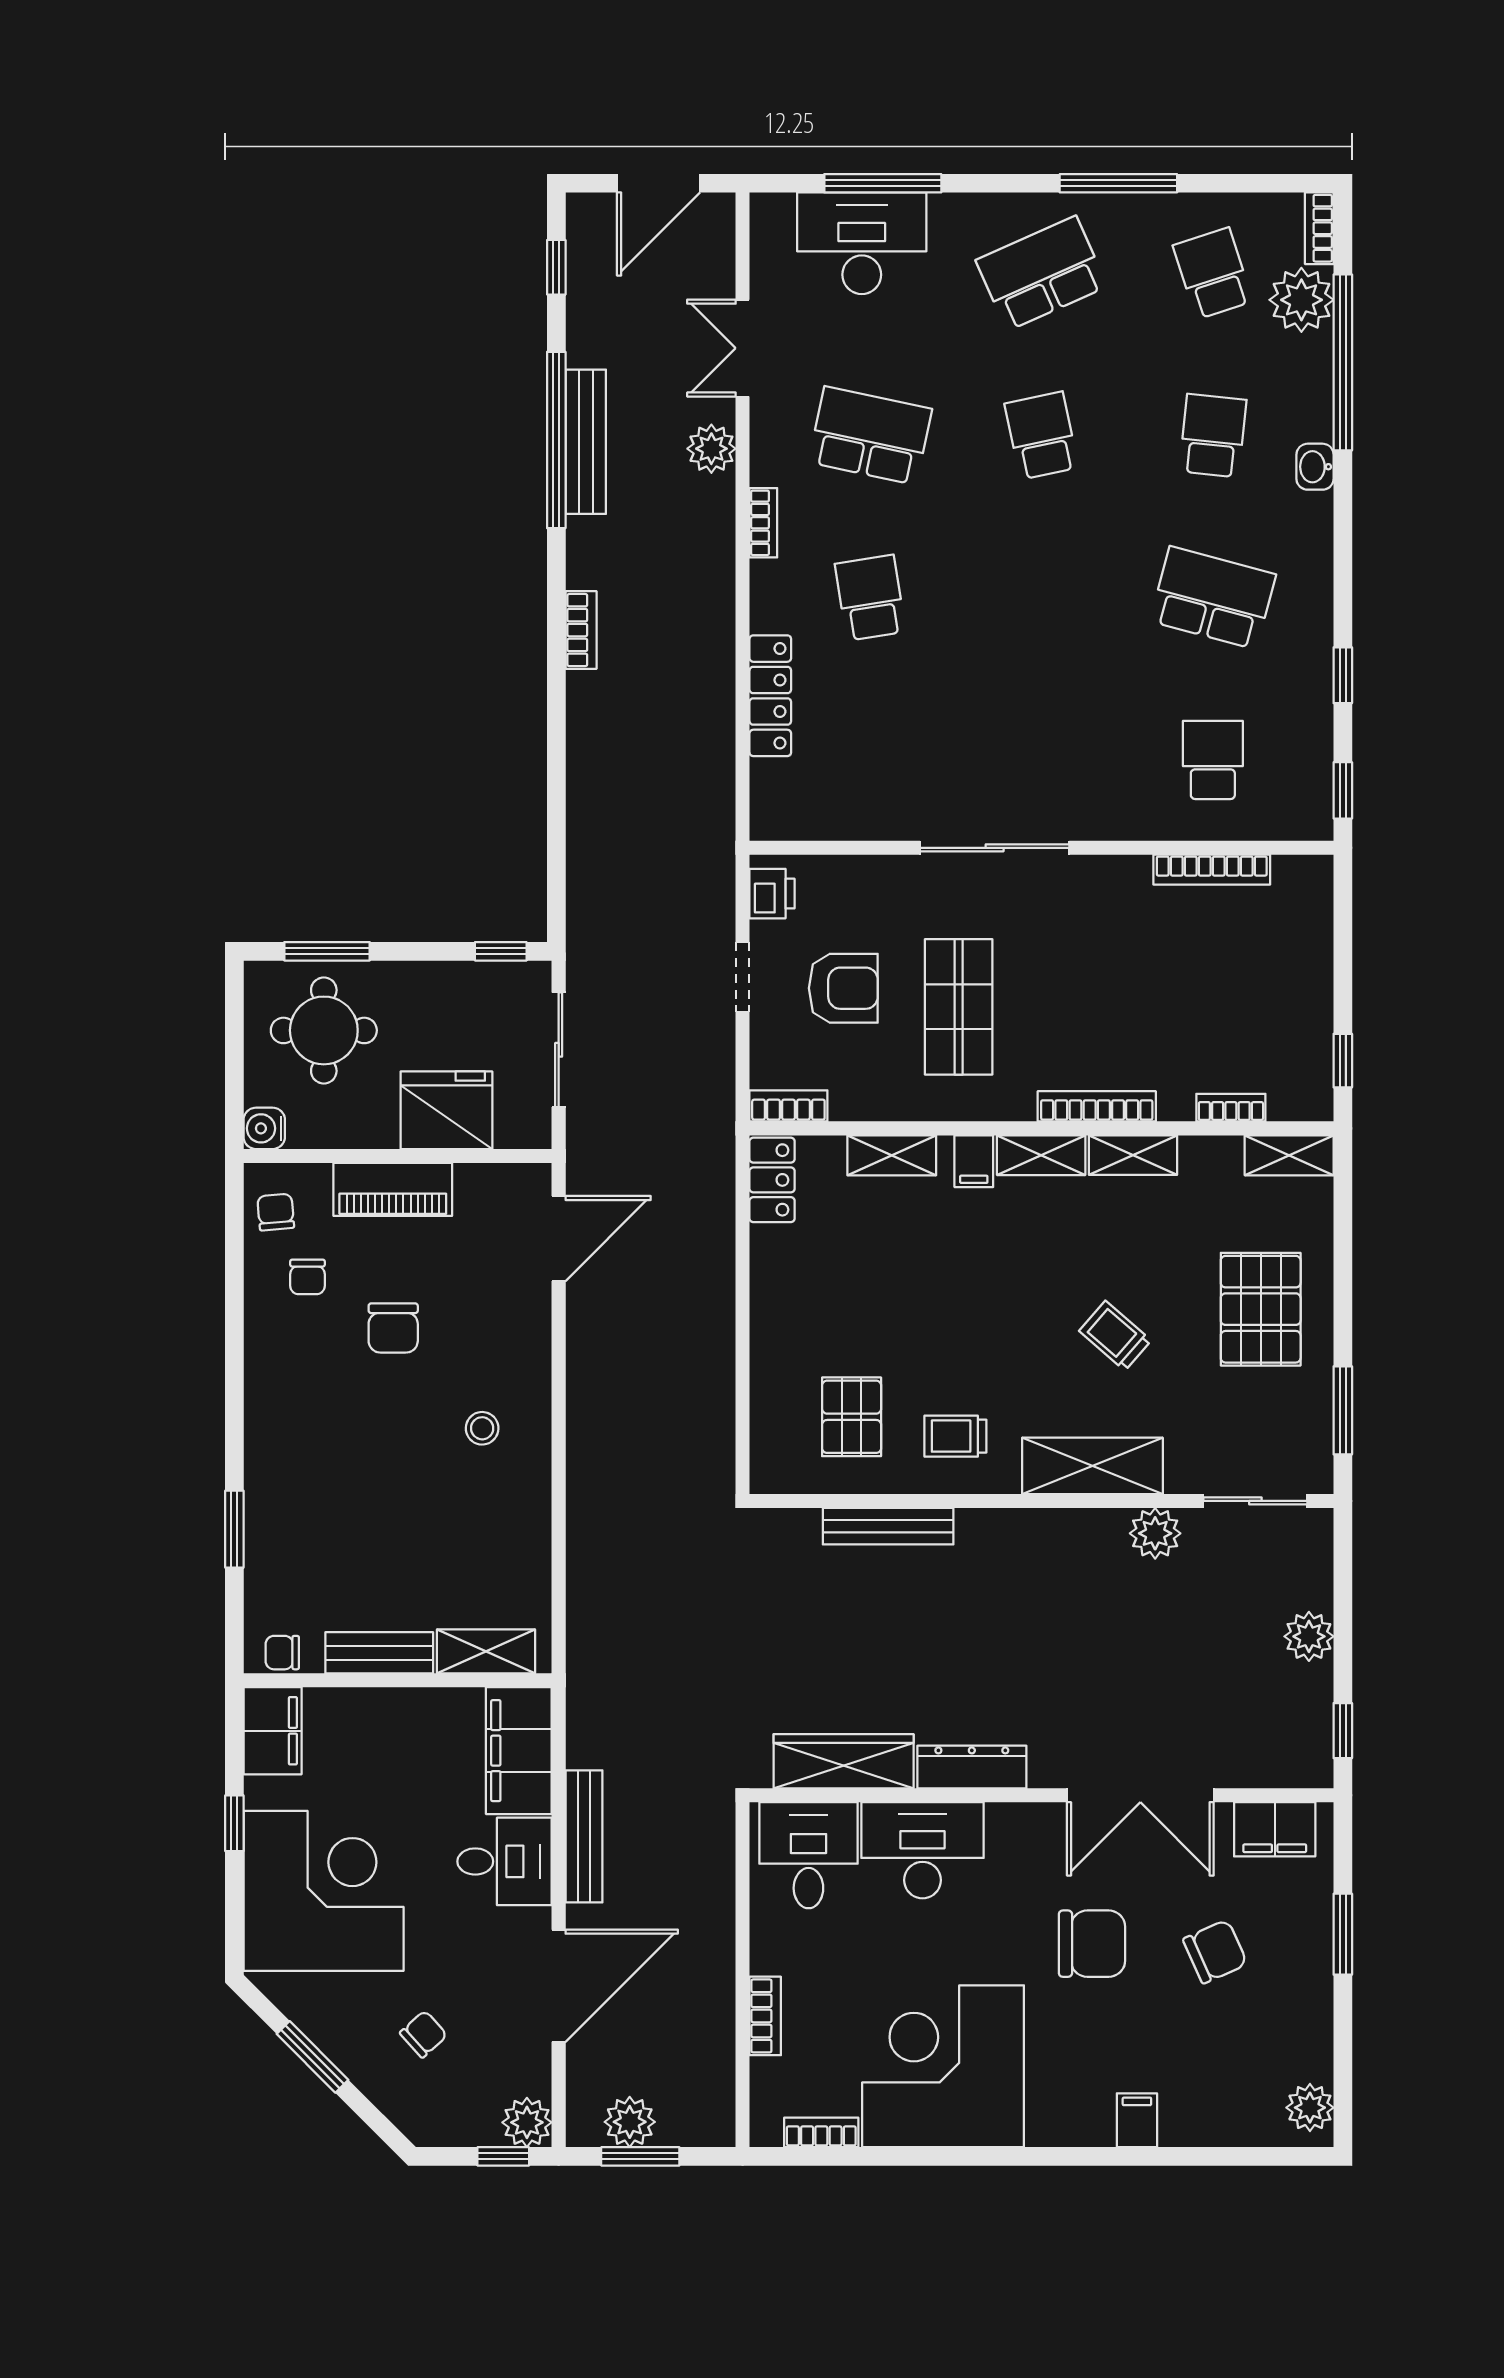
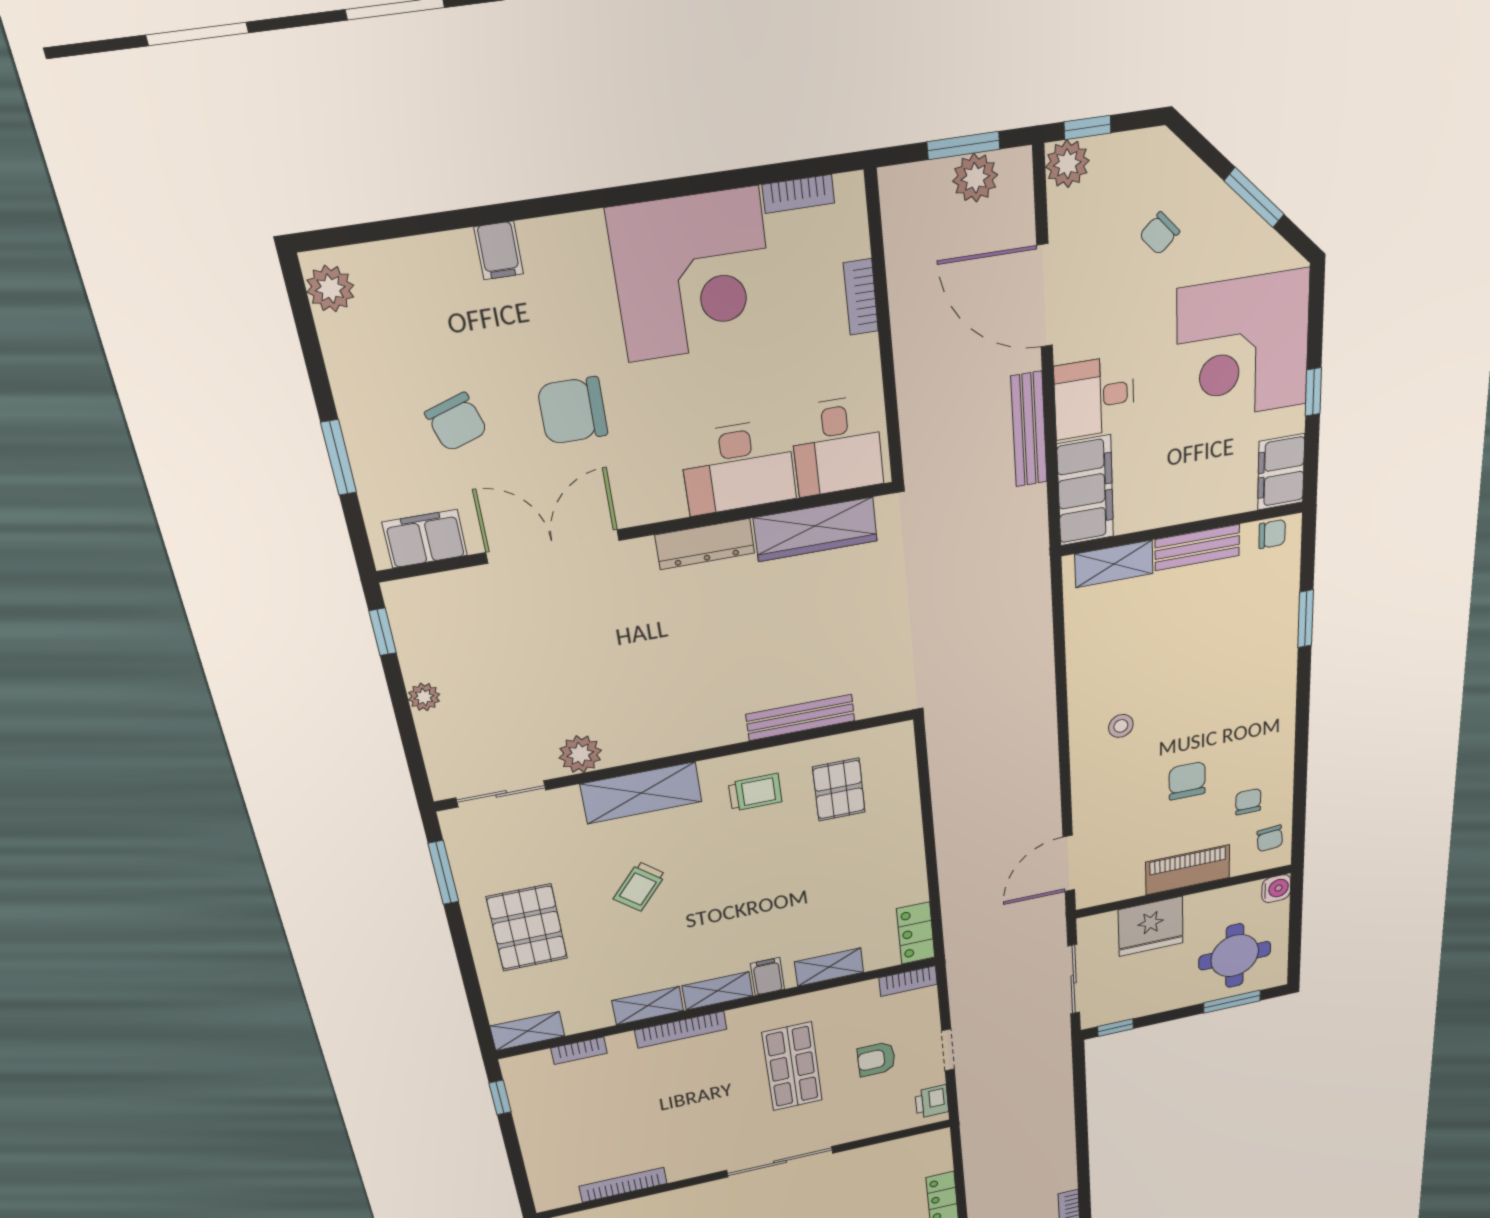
armchair: (843, 988) -> (876, 1059), width x0.72, depth x0.72
trolley: (1115, 1336) -> (640, 886), turned 89
plant: (1309, 1636) -> (424, 697), width x0.73, depth x0.73
chair: (1215, 1952) -> (456, 422), turned -84
door: (559, 1986) -> (1045, 296), hinge flipped

